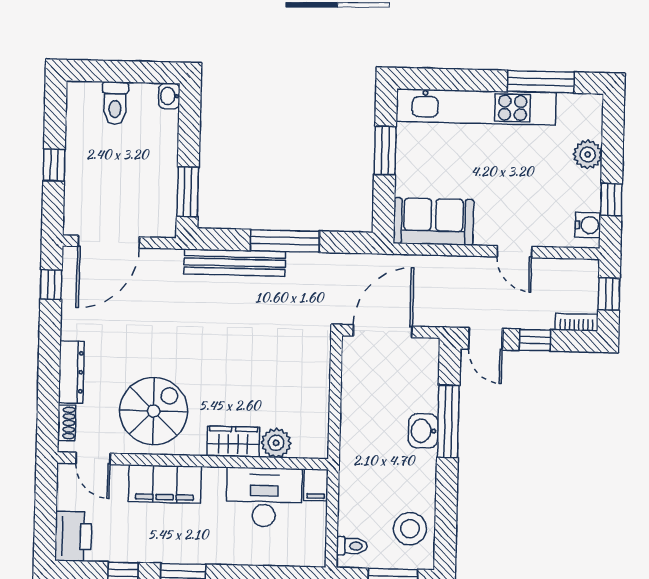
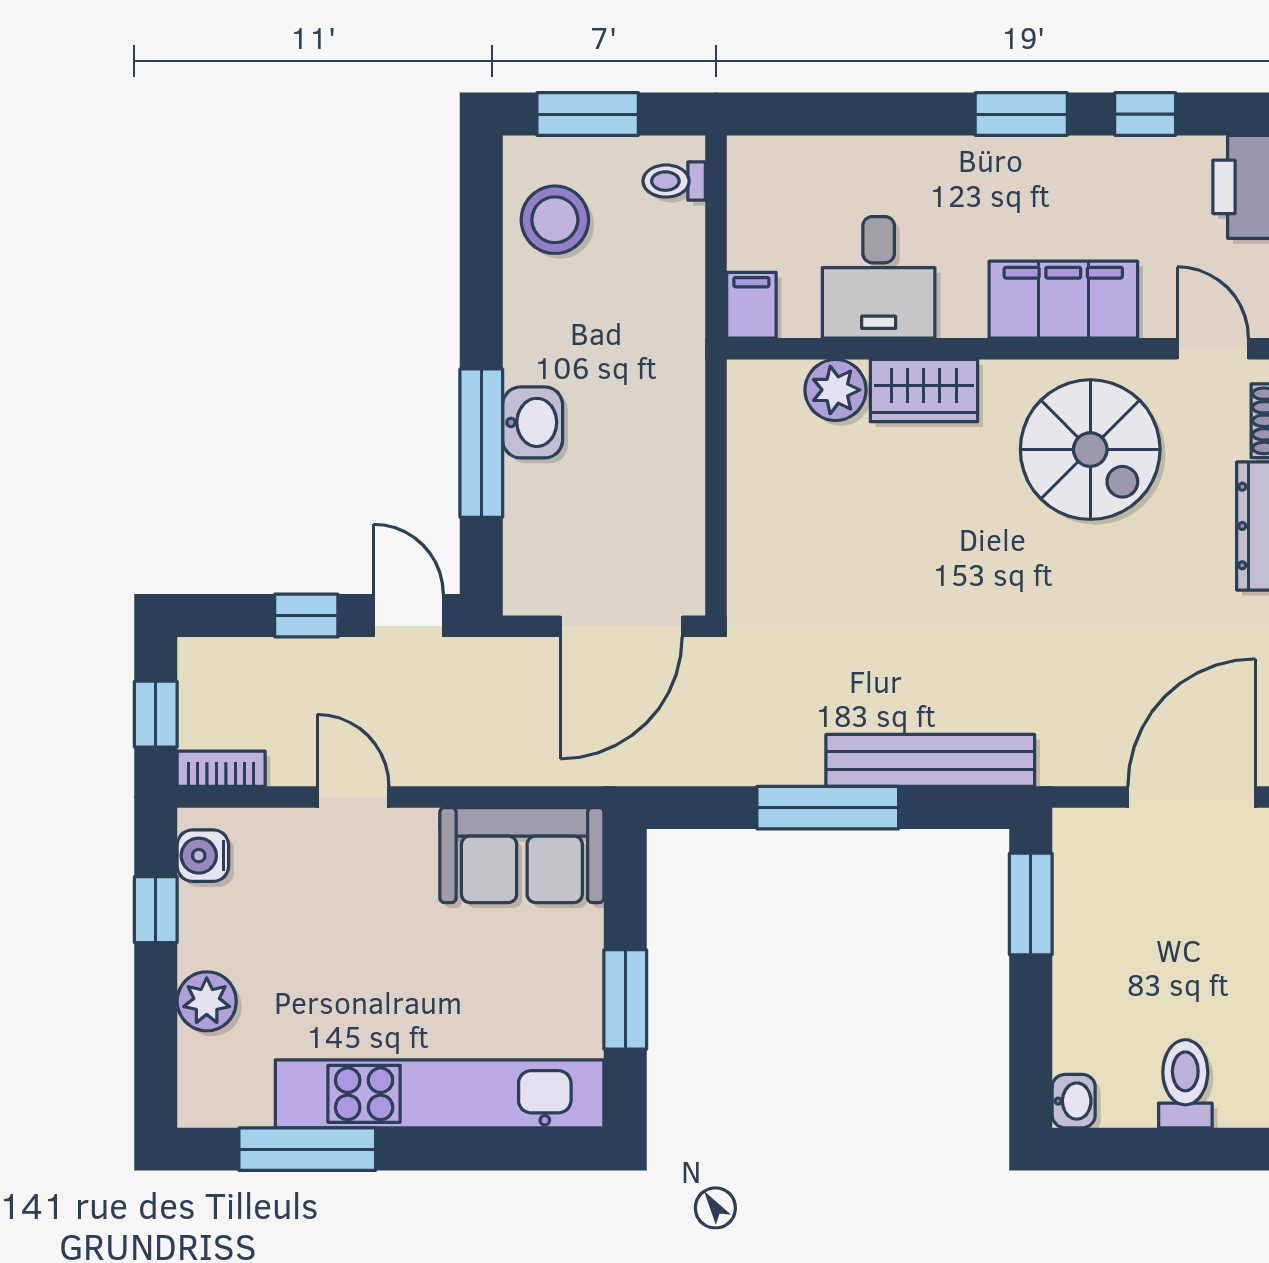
bookcase: (577, 322) -> (221, 769), moved, turned 180
spiral stairs: (154, 411) -> (1090, 450), turned -90
desk: (264, 497) -> (879, 277), width x0.73

